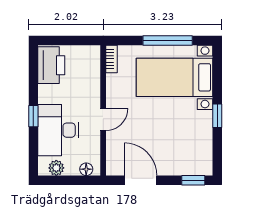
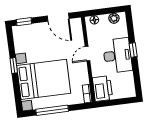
printer: (51, 65) -> (103, 89), moved, turned 180
bed with nightstands: (174, 77) -> (44, 79), width x1.36
desk: (58, 130) -> (117, 55), moved

